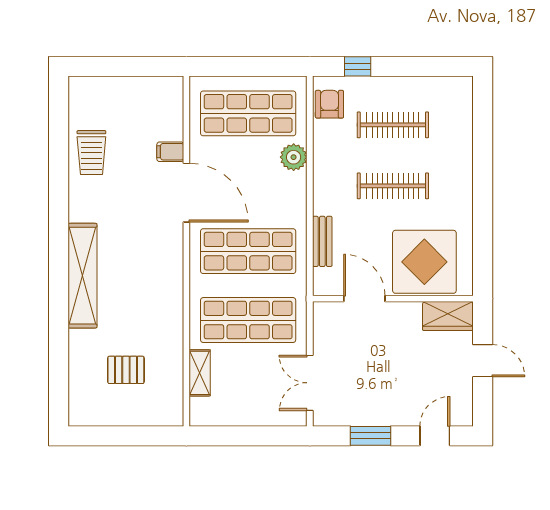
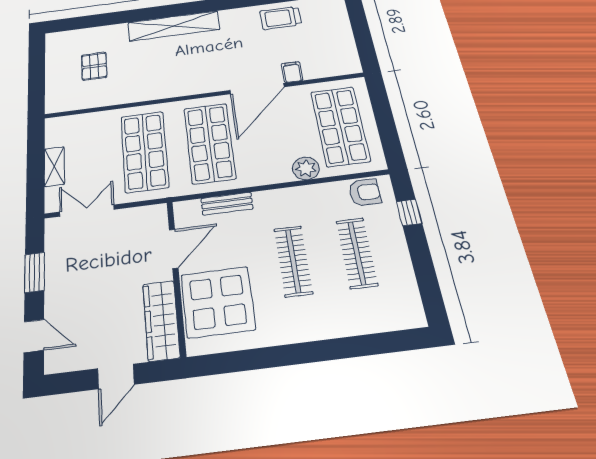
wardrobe: (448, 316) -> (161, 320), width x1.50
shelving: (200, 373) -> (54, 166), moved, turned 90

